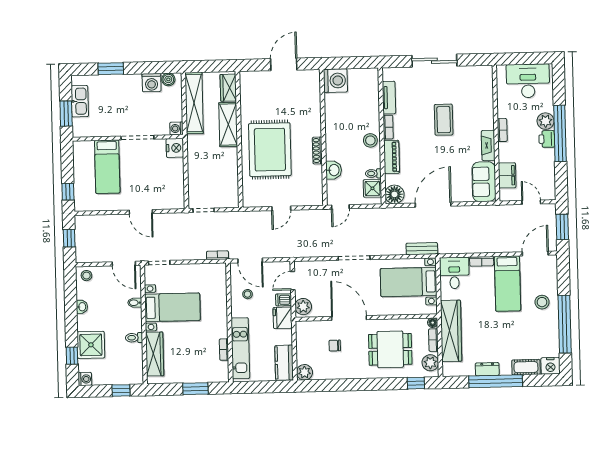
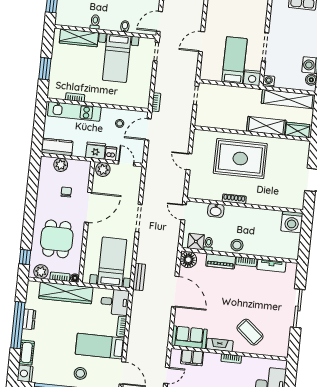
coffee table: (444, 120) -> (250, 332), moved, turned 40
bed: (107, 167) -> (234, 60), moved, turned 90
plant: (304, 372) -> (61, 165), moved

